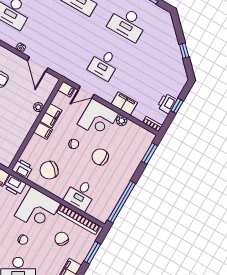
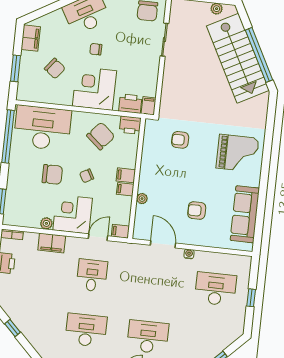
filing cabinet: (51, 116) -> (125, 189), width x0.50
desk: (80, 195) -> (42, 128), width x1.87, depth x1.30
bookcase: (79, 219) -> (46, 97), removed

